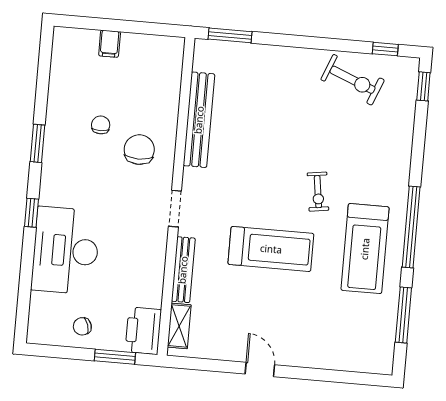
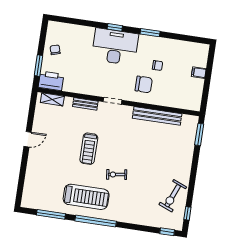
treadmill: (271, 249) -> (89, 149), width x0.73, depth x0.73
treadmill: (365, 249) -> (86, 197), turned 180
desk: (66, 251) -> (115, 47), moved
bench: (183, 270) -> (85, 104), width x0.73

